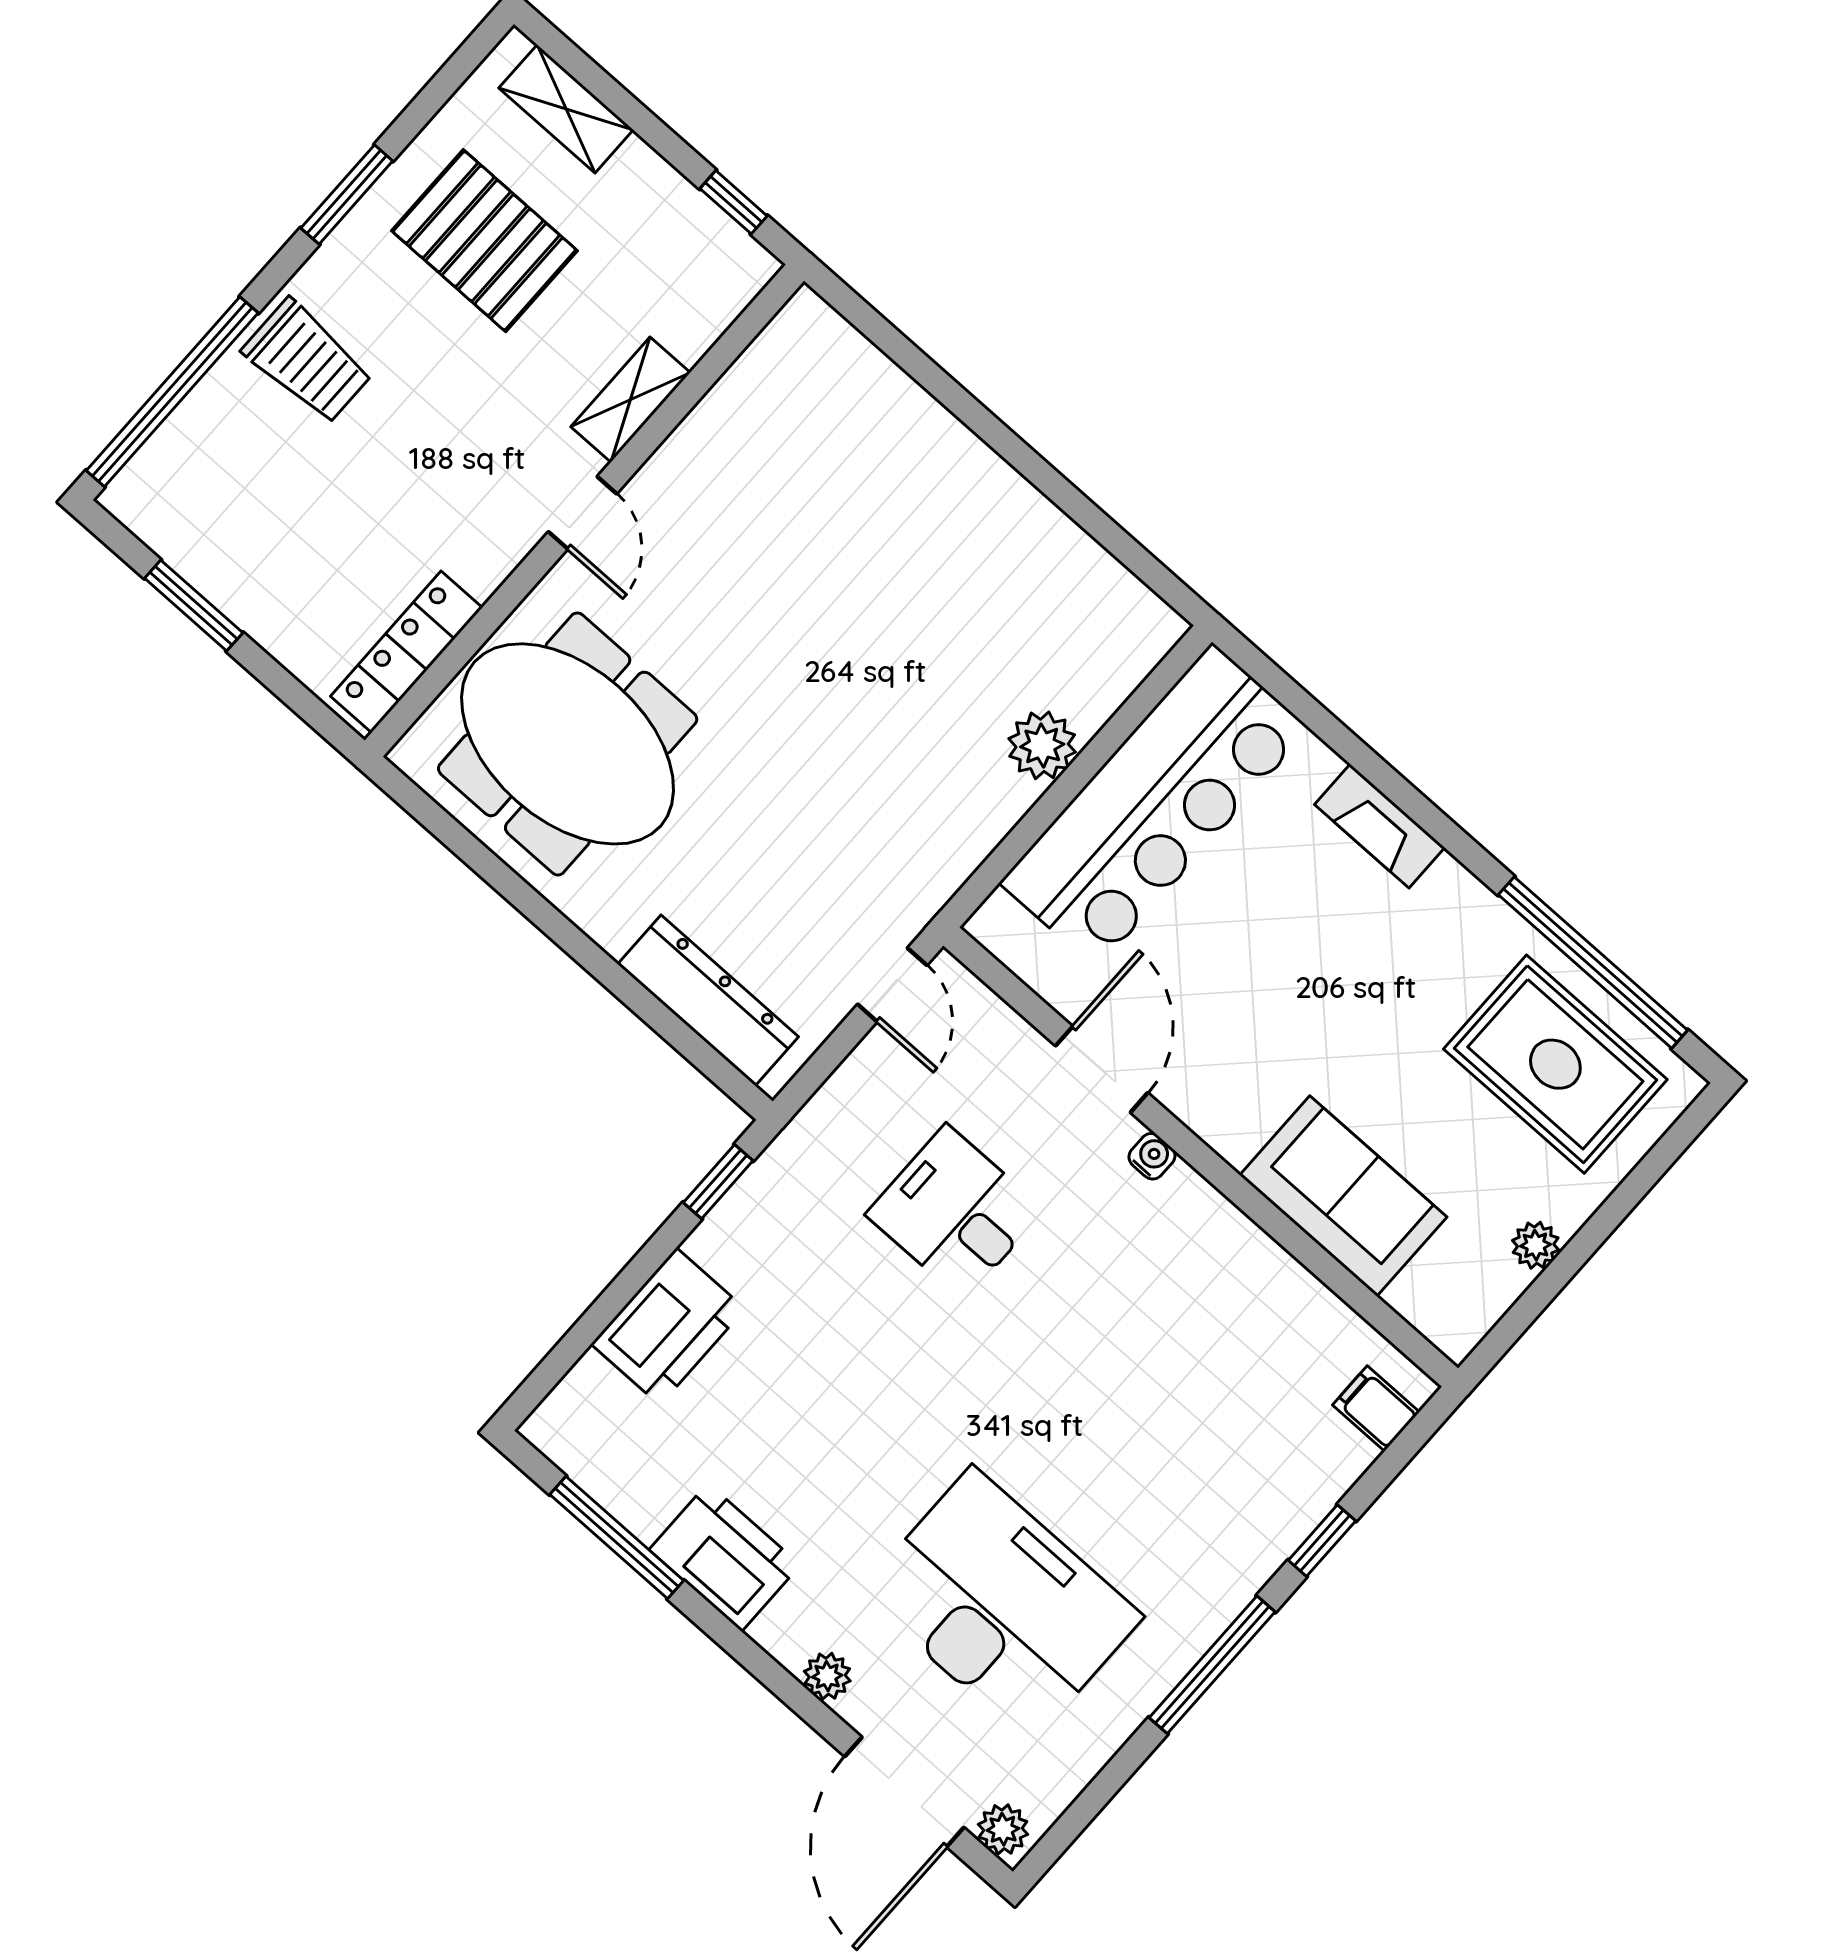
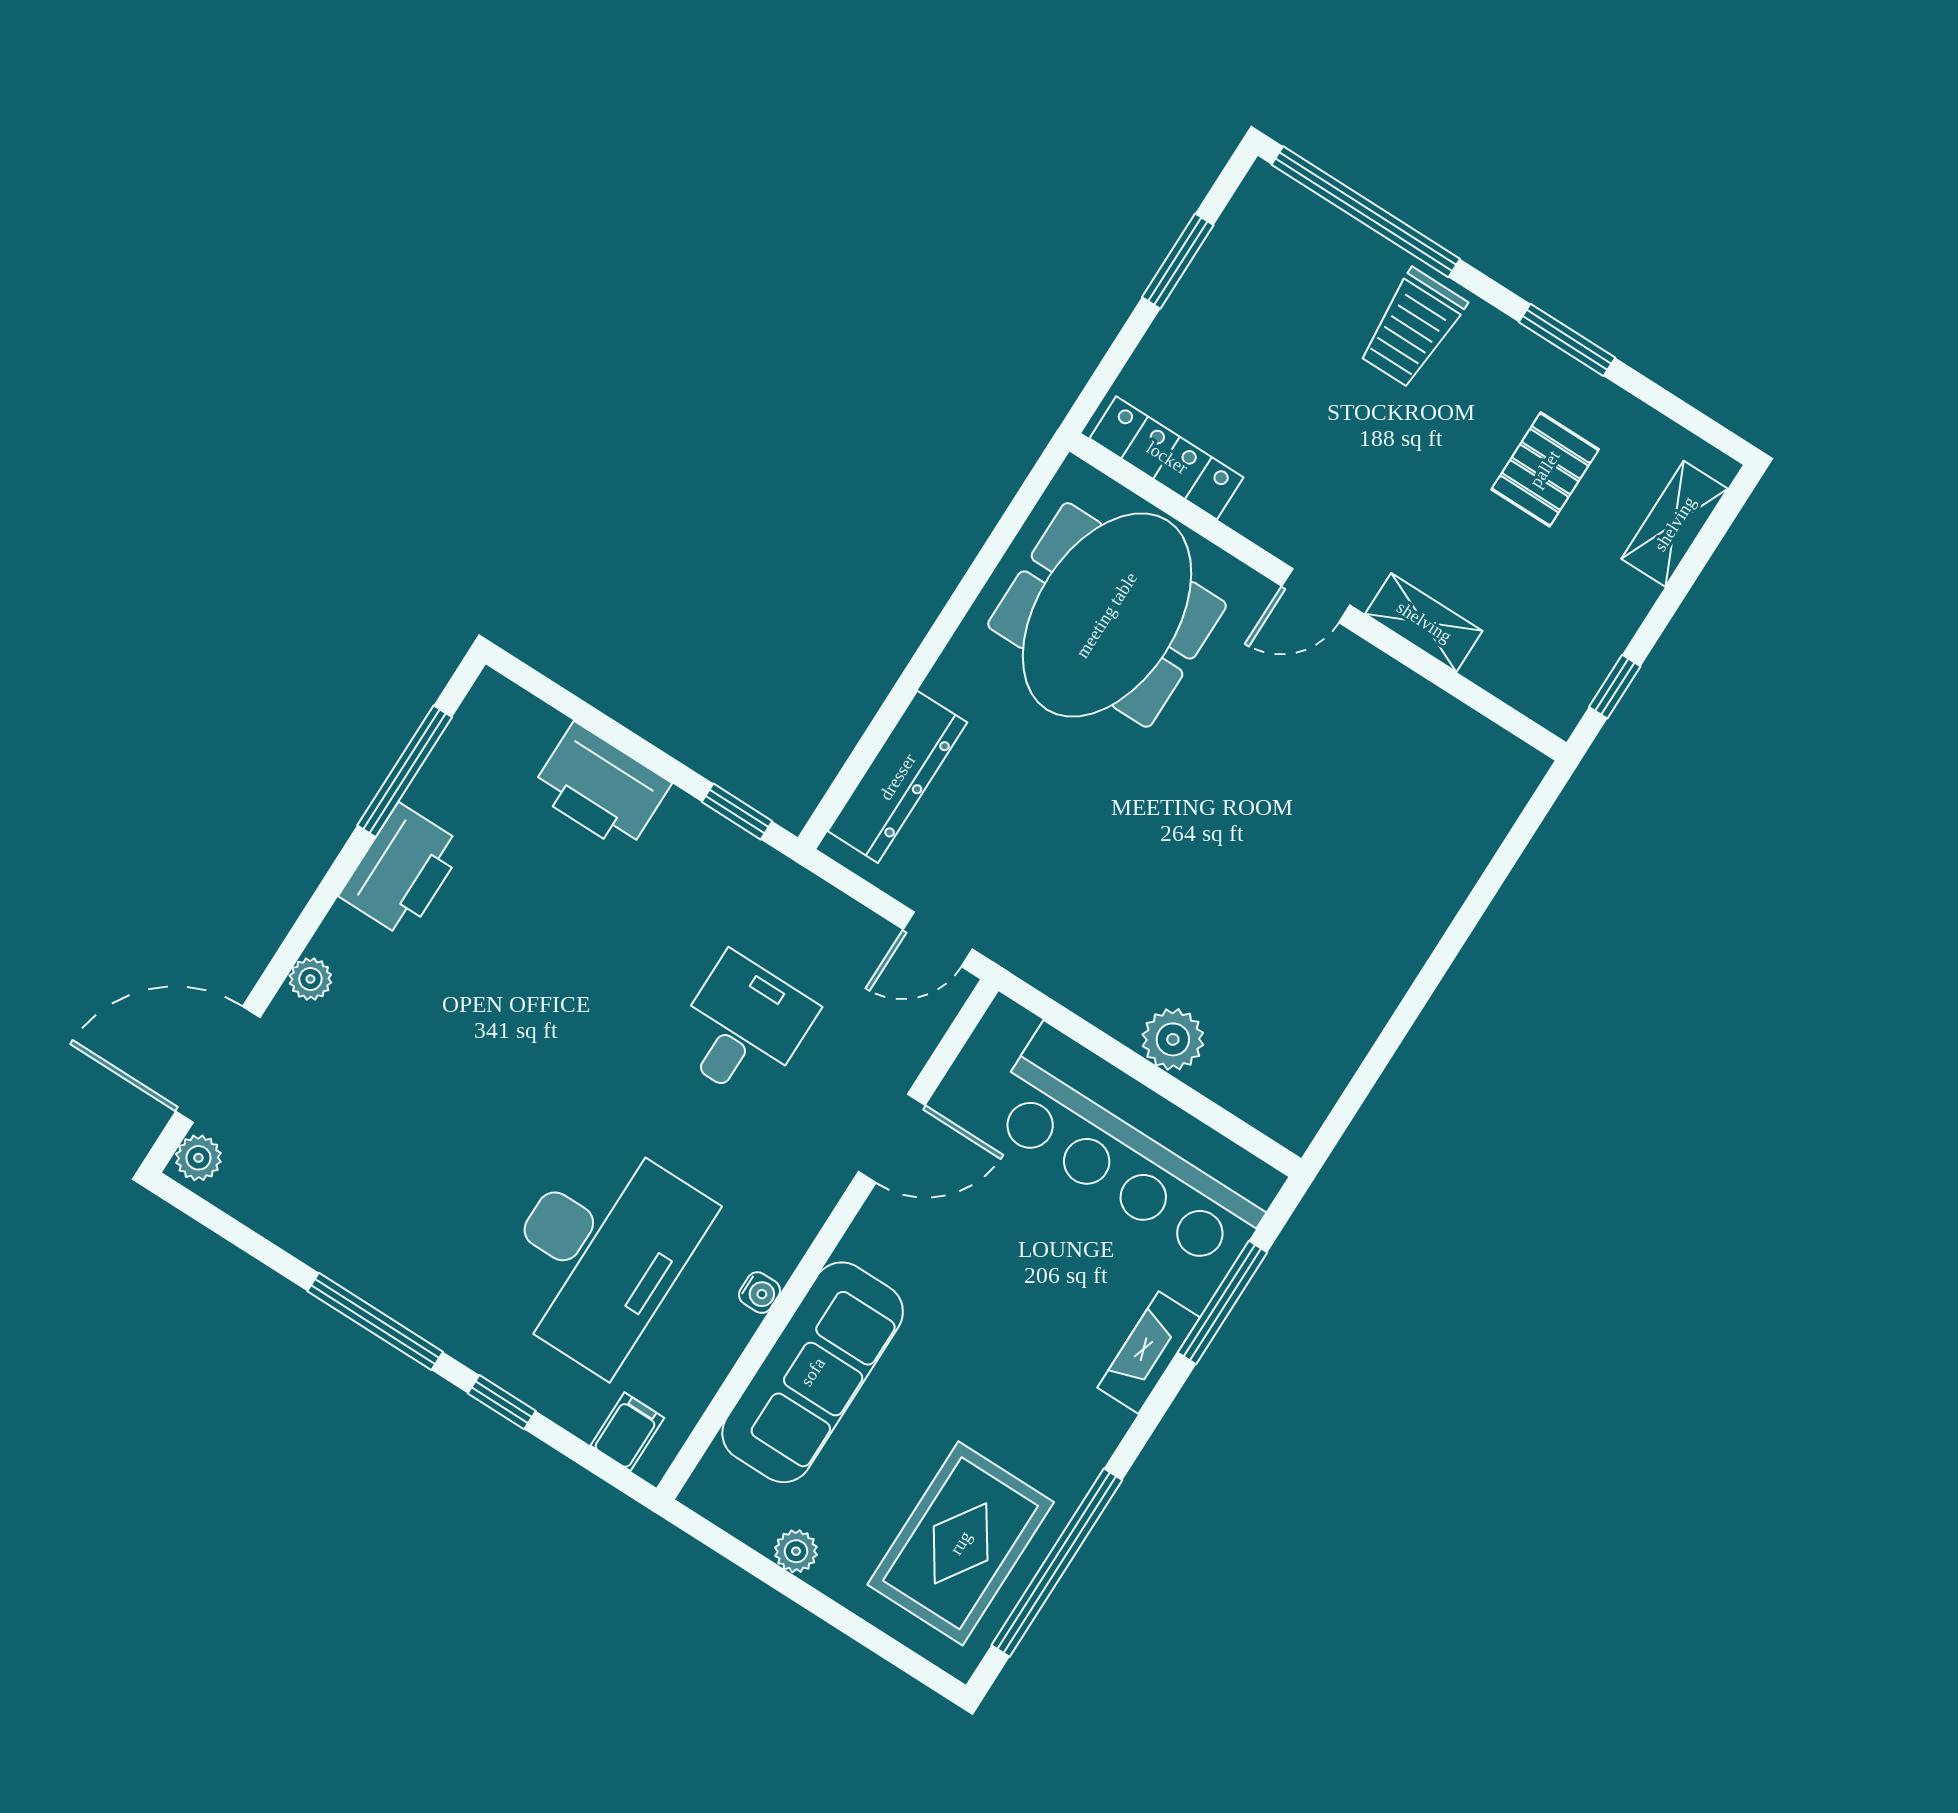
pallet: (484, 241) -> (1545, 469), width x0.67, depth x0.71
window: (1338, 737) -> (1222, 1302), added
water cooler: (1152, 1156) -> (760, 1293), moved
sofa: (1343, 1196) -> (813, 1372), width x1.36
desk: (1001, 1605) -> (600, 1252), moved

